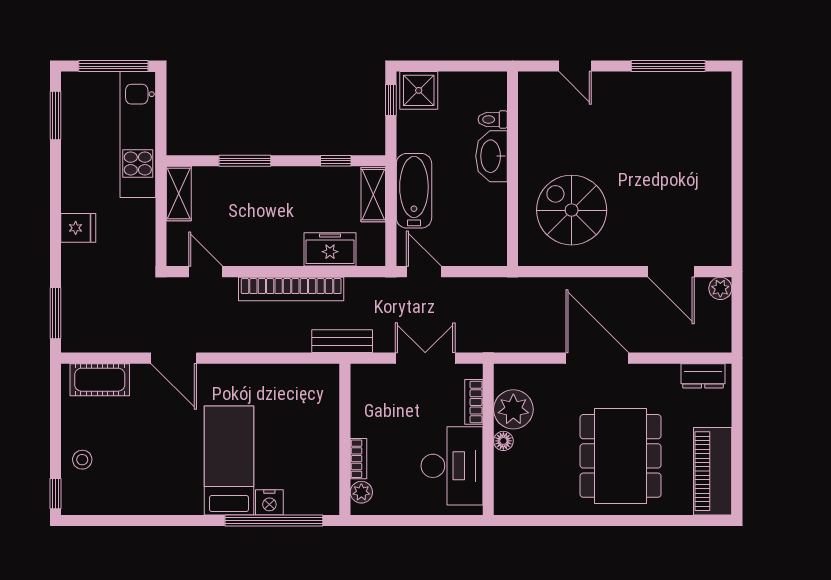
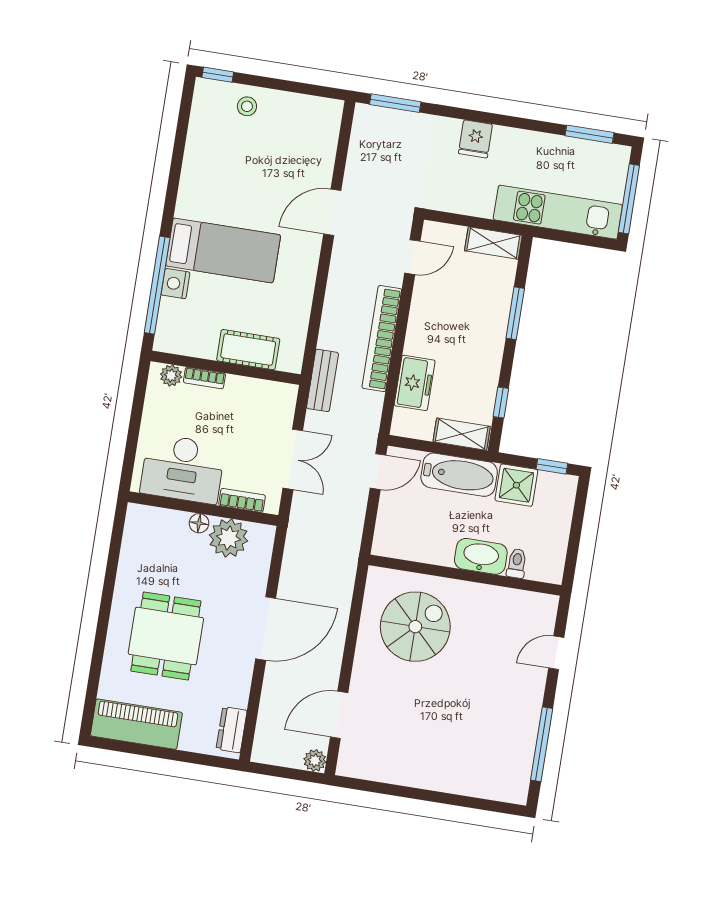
shower: (419, 90) -> (516, 485), moved
cot: (100, 380) -> (248, 350), moved, turned 90
dining table: (621, 456) -> (166, 636), width x0.73

